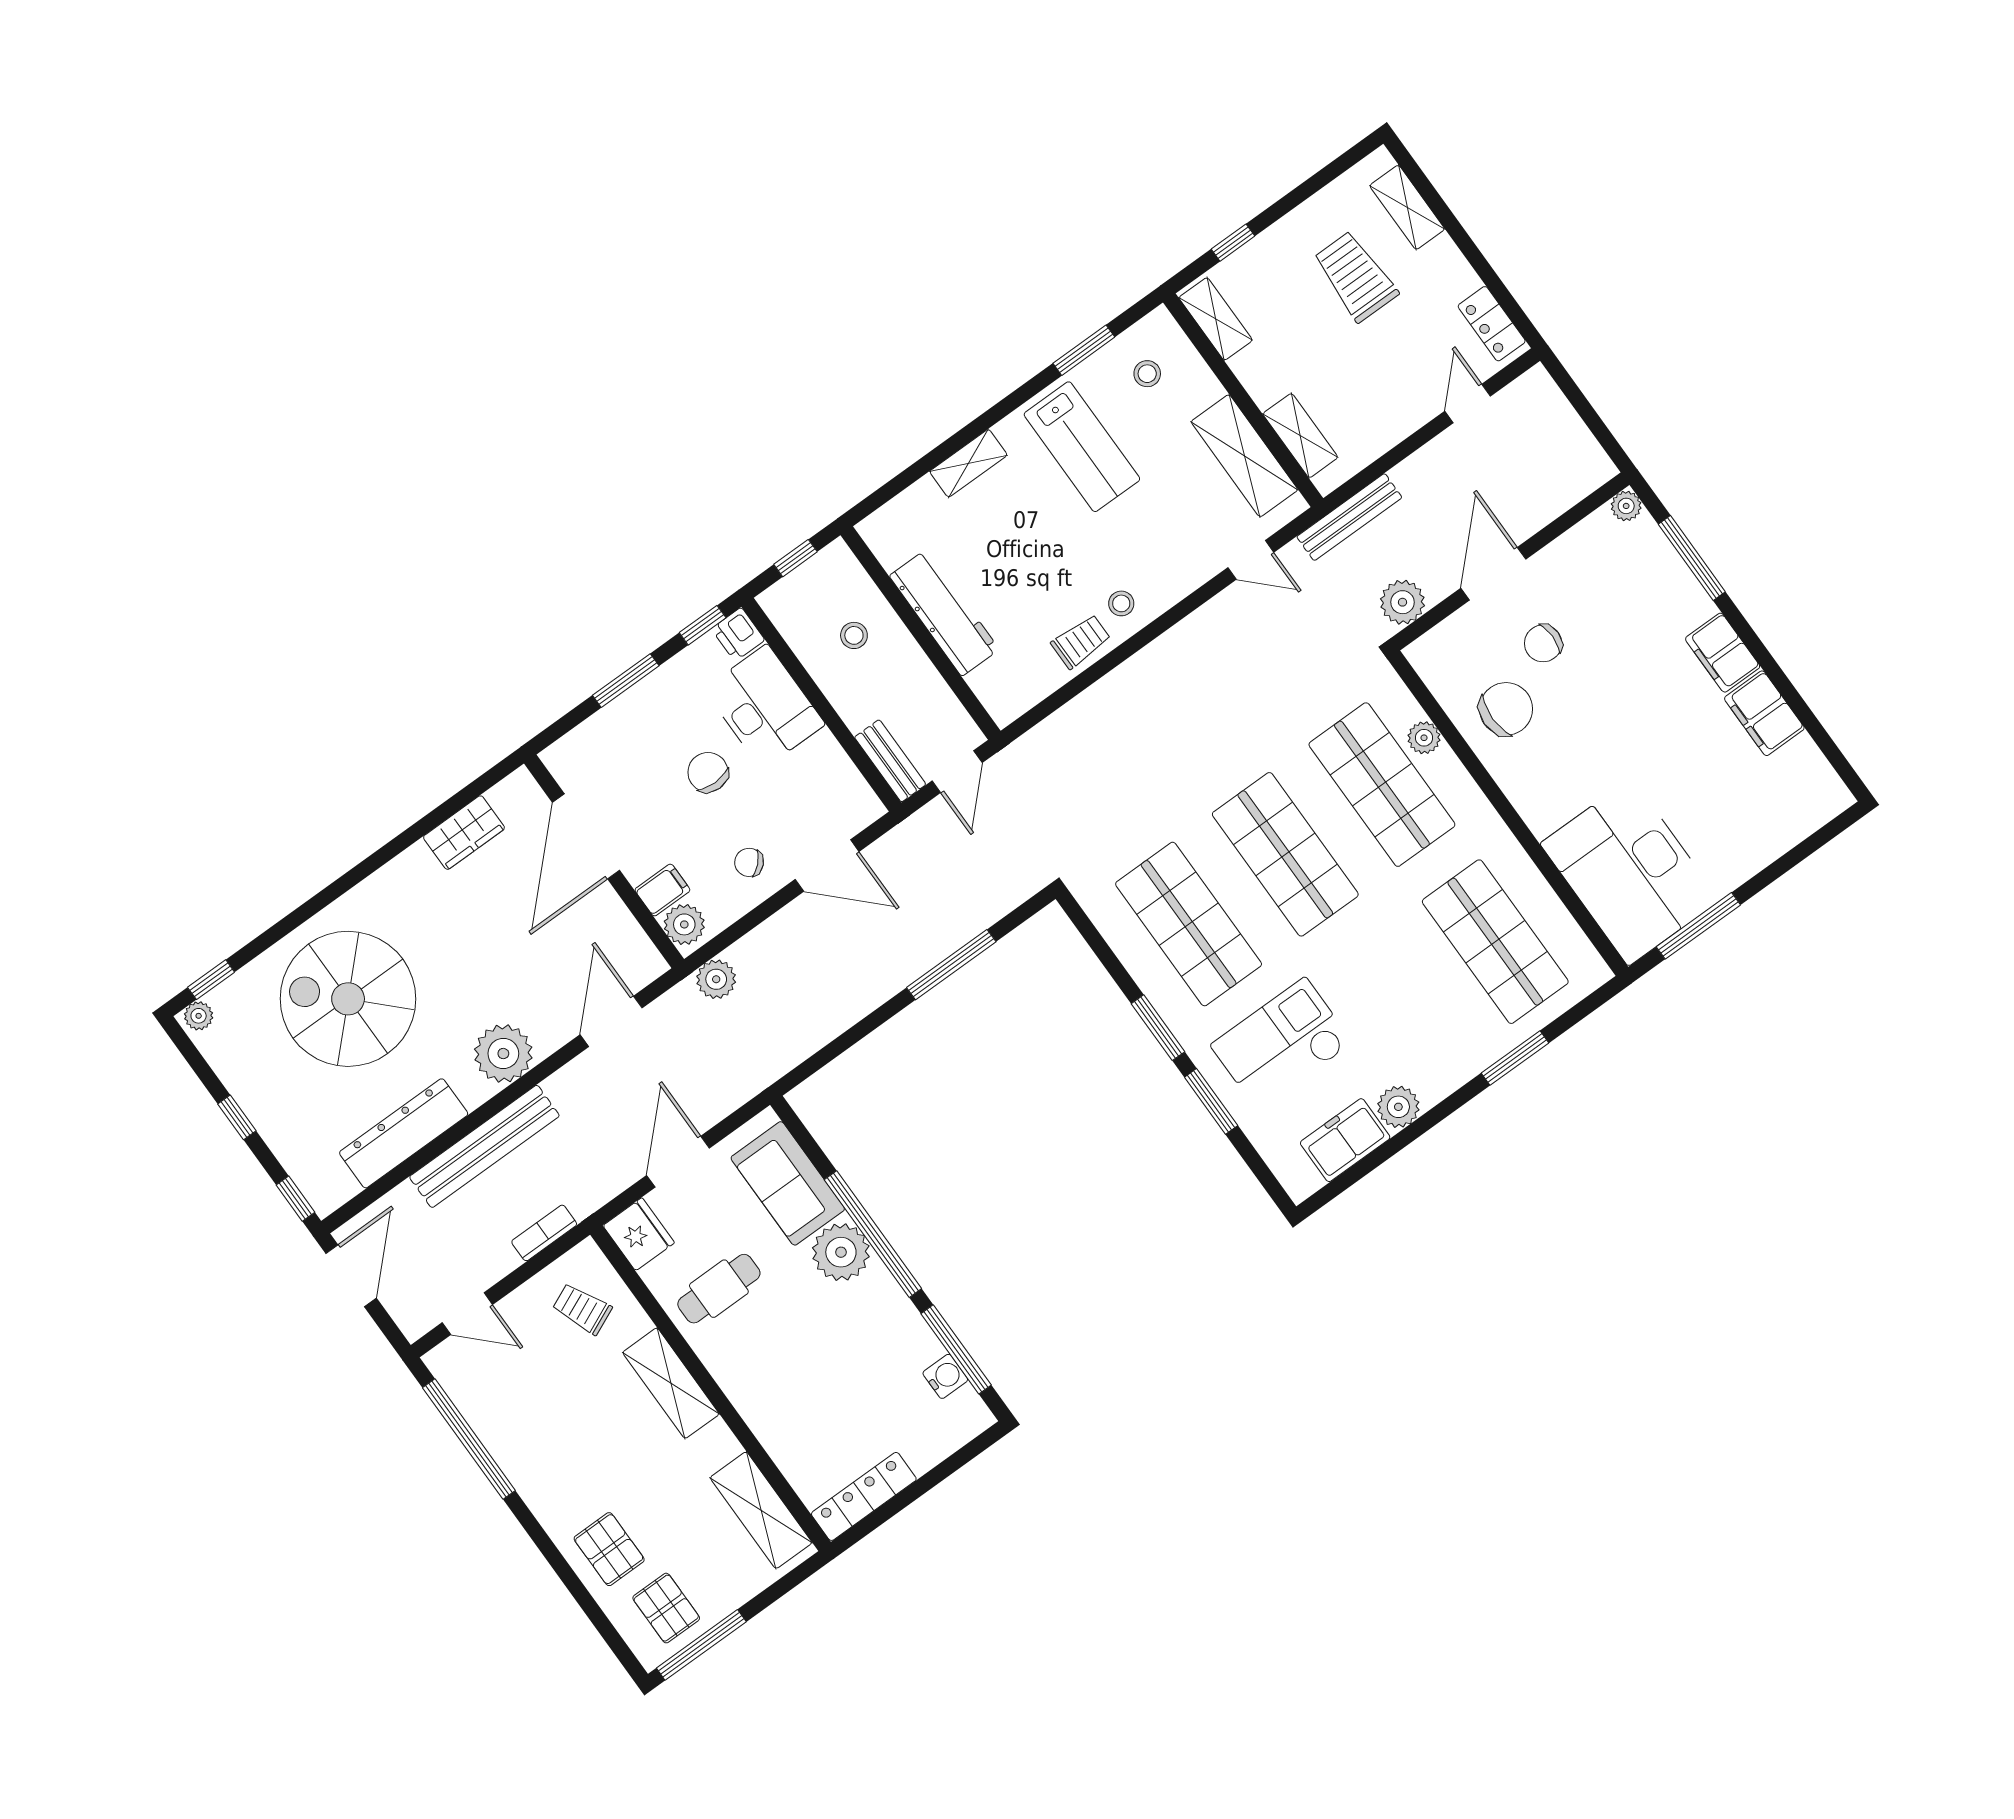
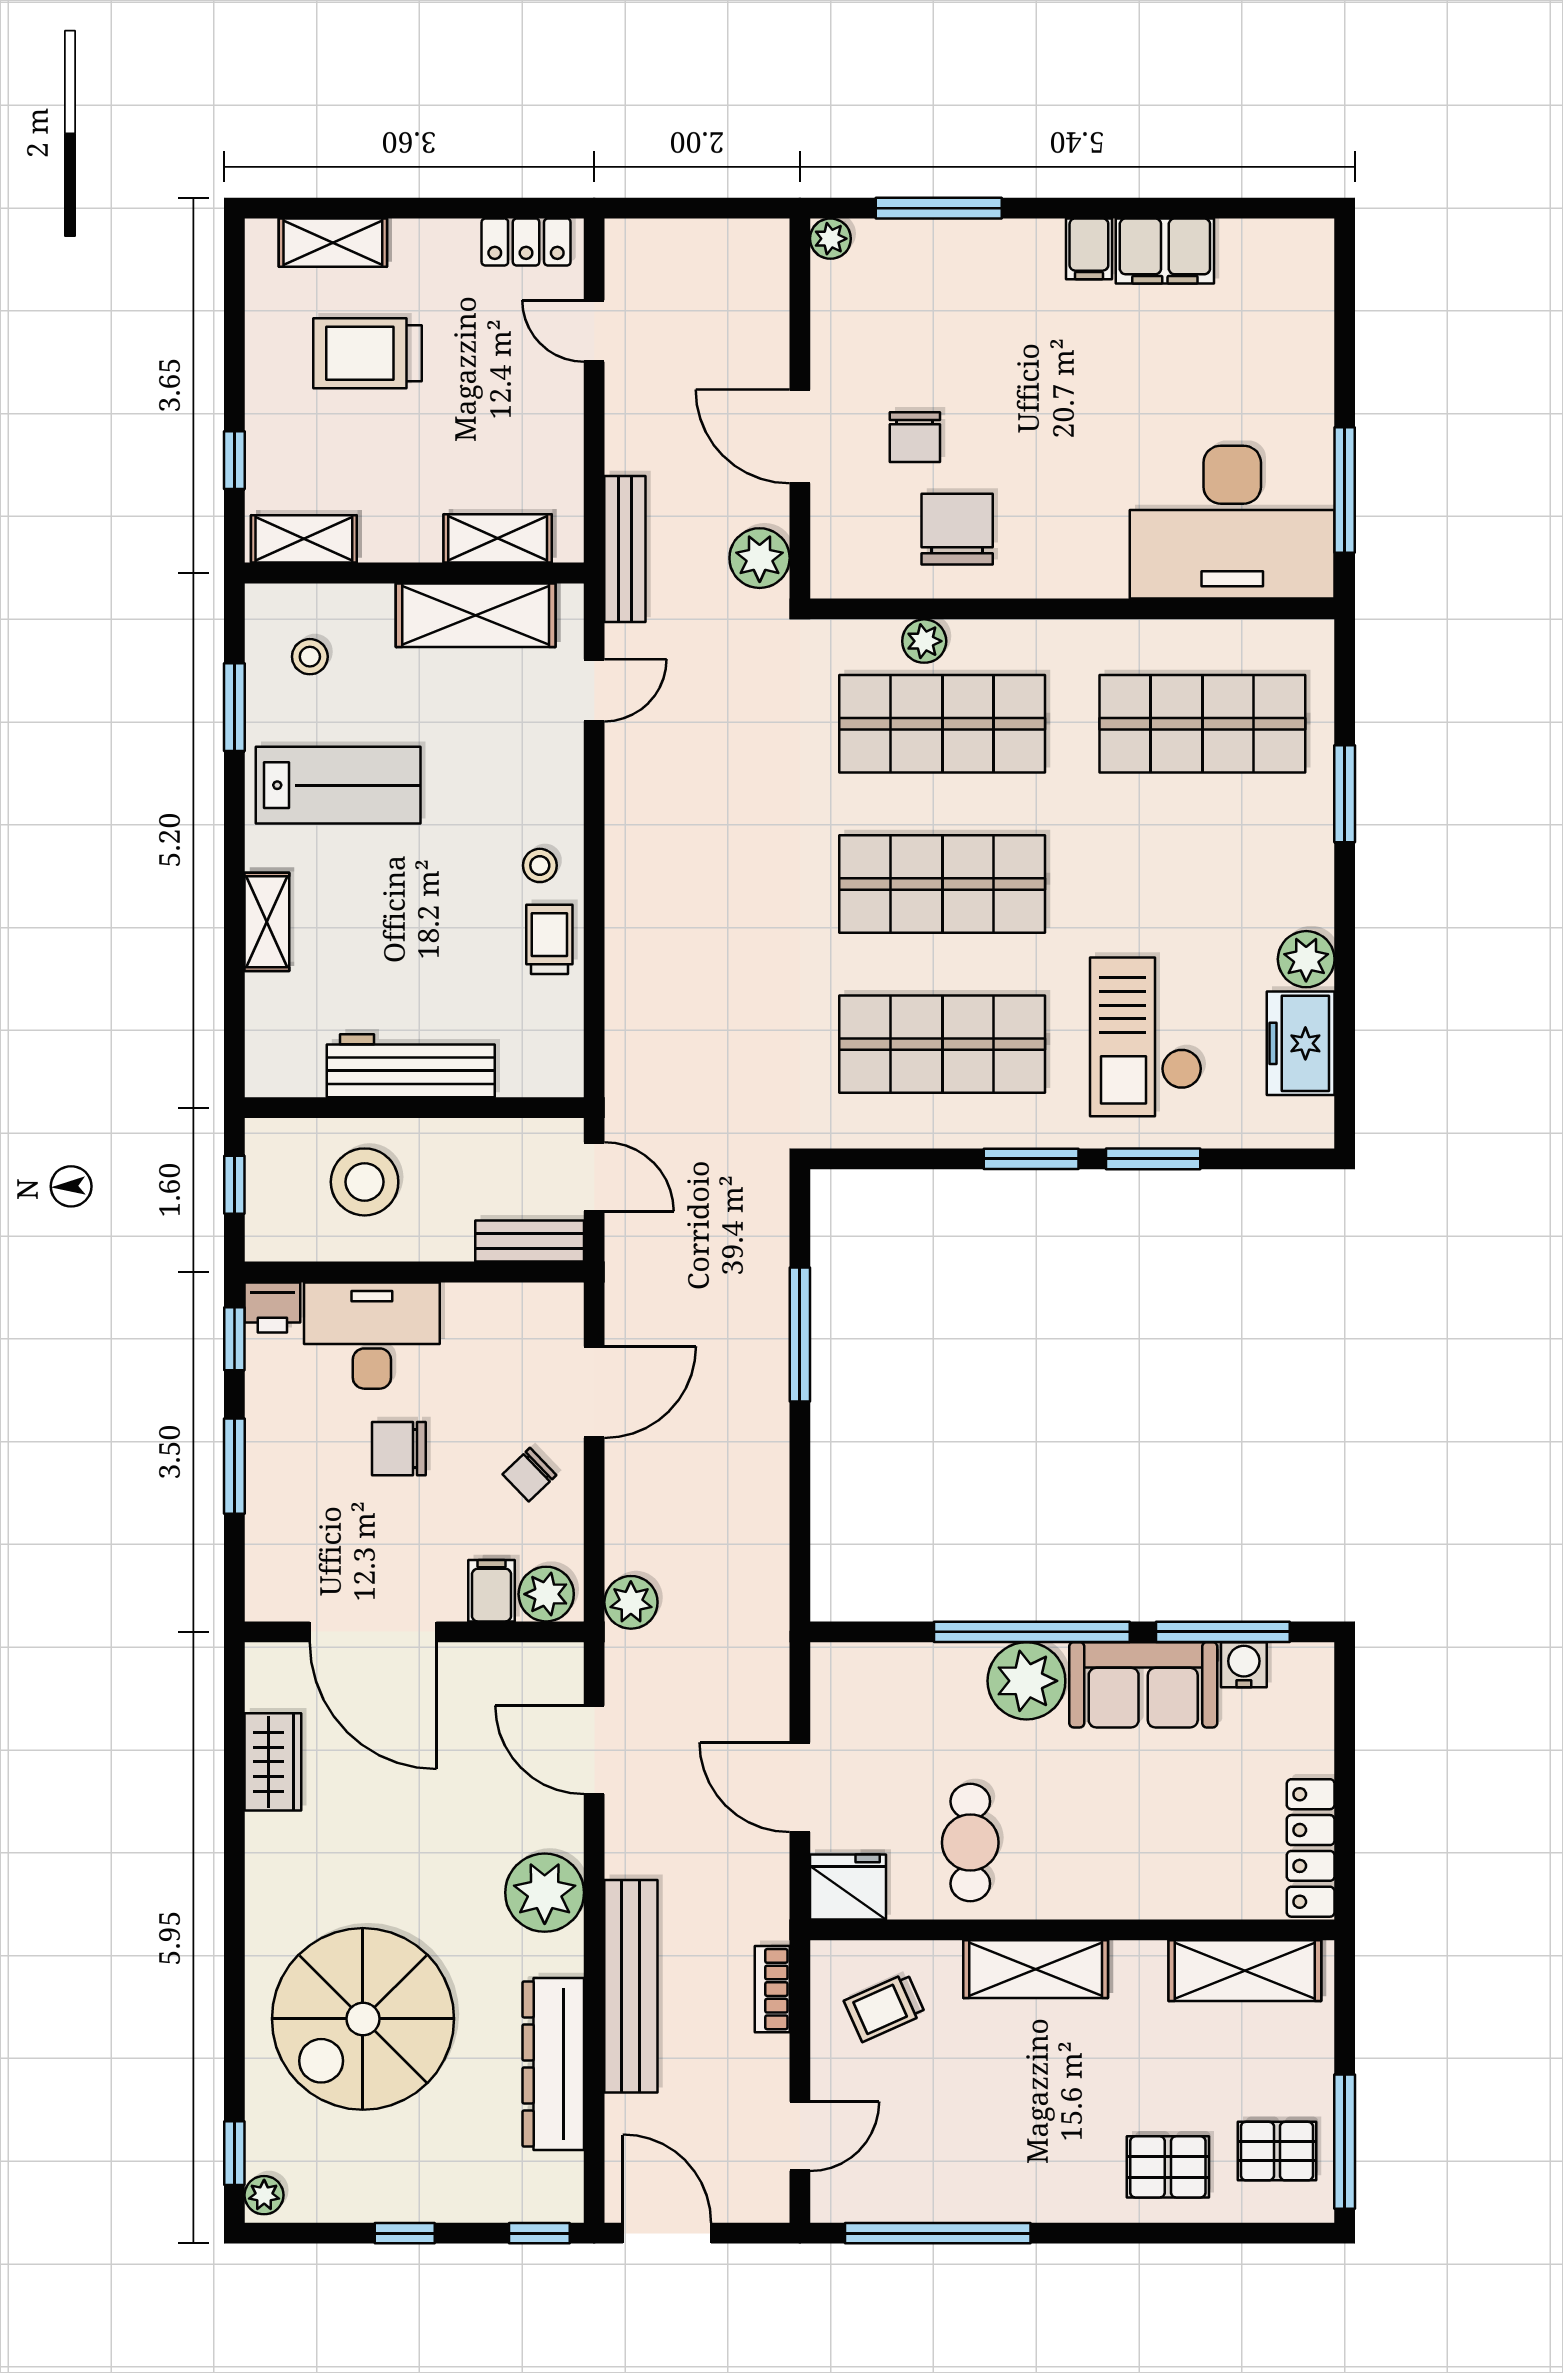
stool: (854, 635) -> (365, 1182), width x1.89, depth x1.89
filing cabinet: (1723, 653) -> (1089, 249), width x0.50
sofa: (788, 1183) -> (1143, 1685), moved

